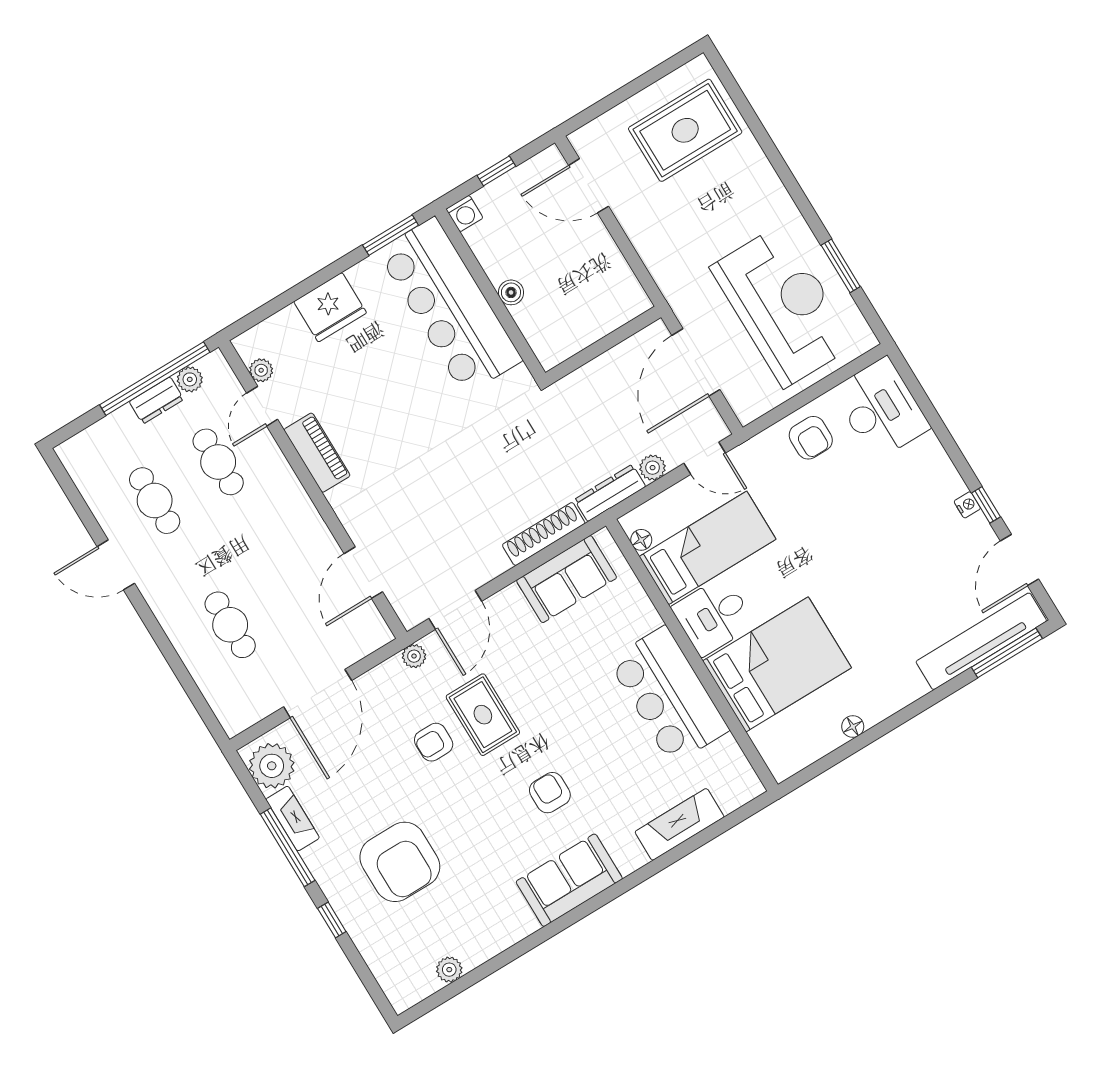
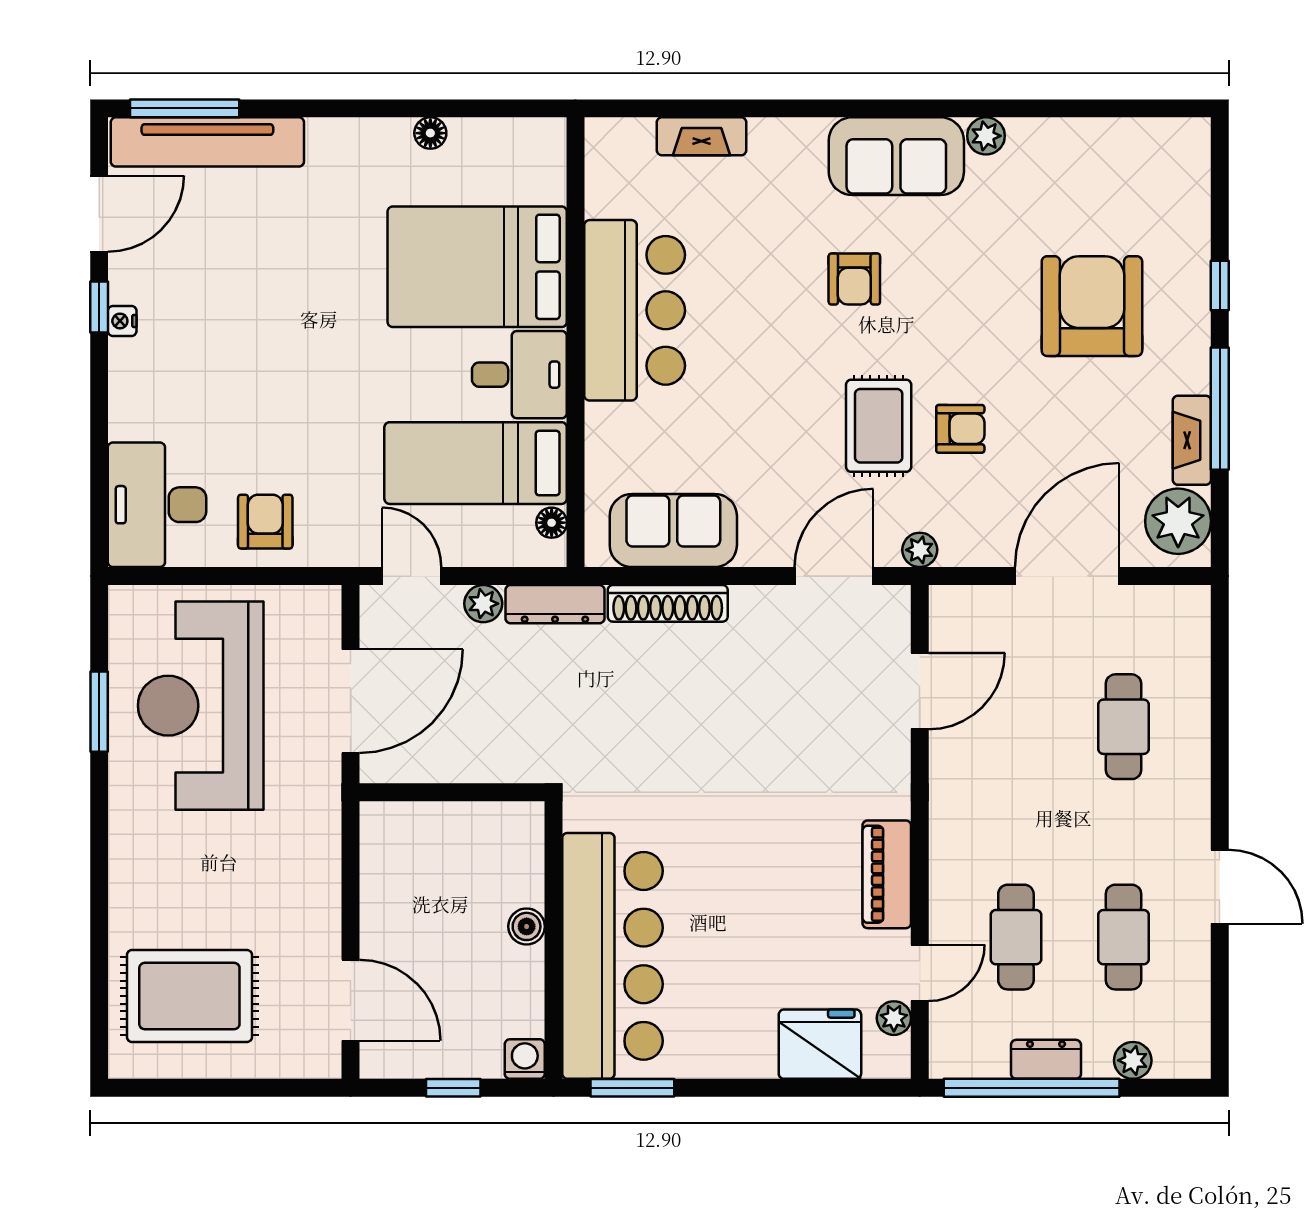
fridge: (330, 307) -> (820, 1044), moved
plant: (190, 379) -> (1133, 1060), moved
fireplace: (680, 824) -> (702, 136), width x0.73, depth x0.76
plant: (449, 970) -> (986, 136), moved

